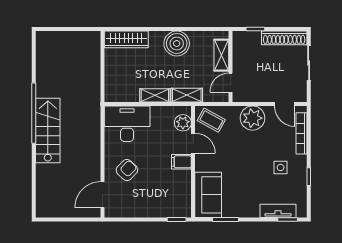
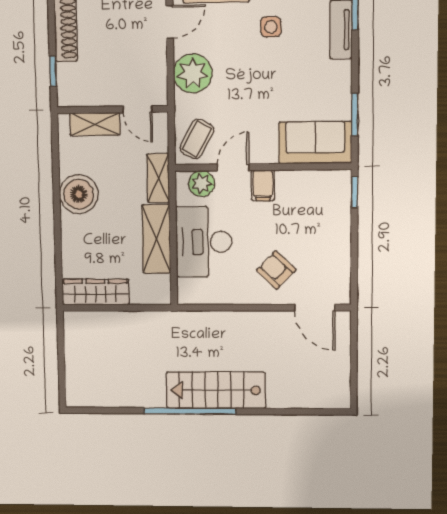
wardrobe: (126, 39) -> (96, 292), moved, turned -90
shelving: (155, 95) -> (156, 239), width x1.50, depth x1.33
desk: (127, 124) -> (204, 242), moved

